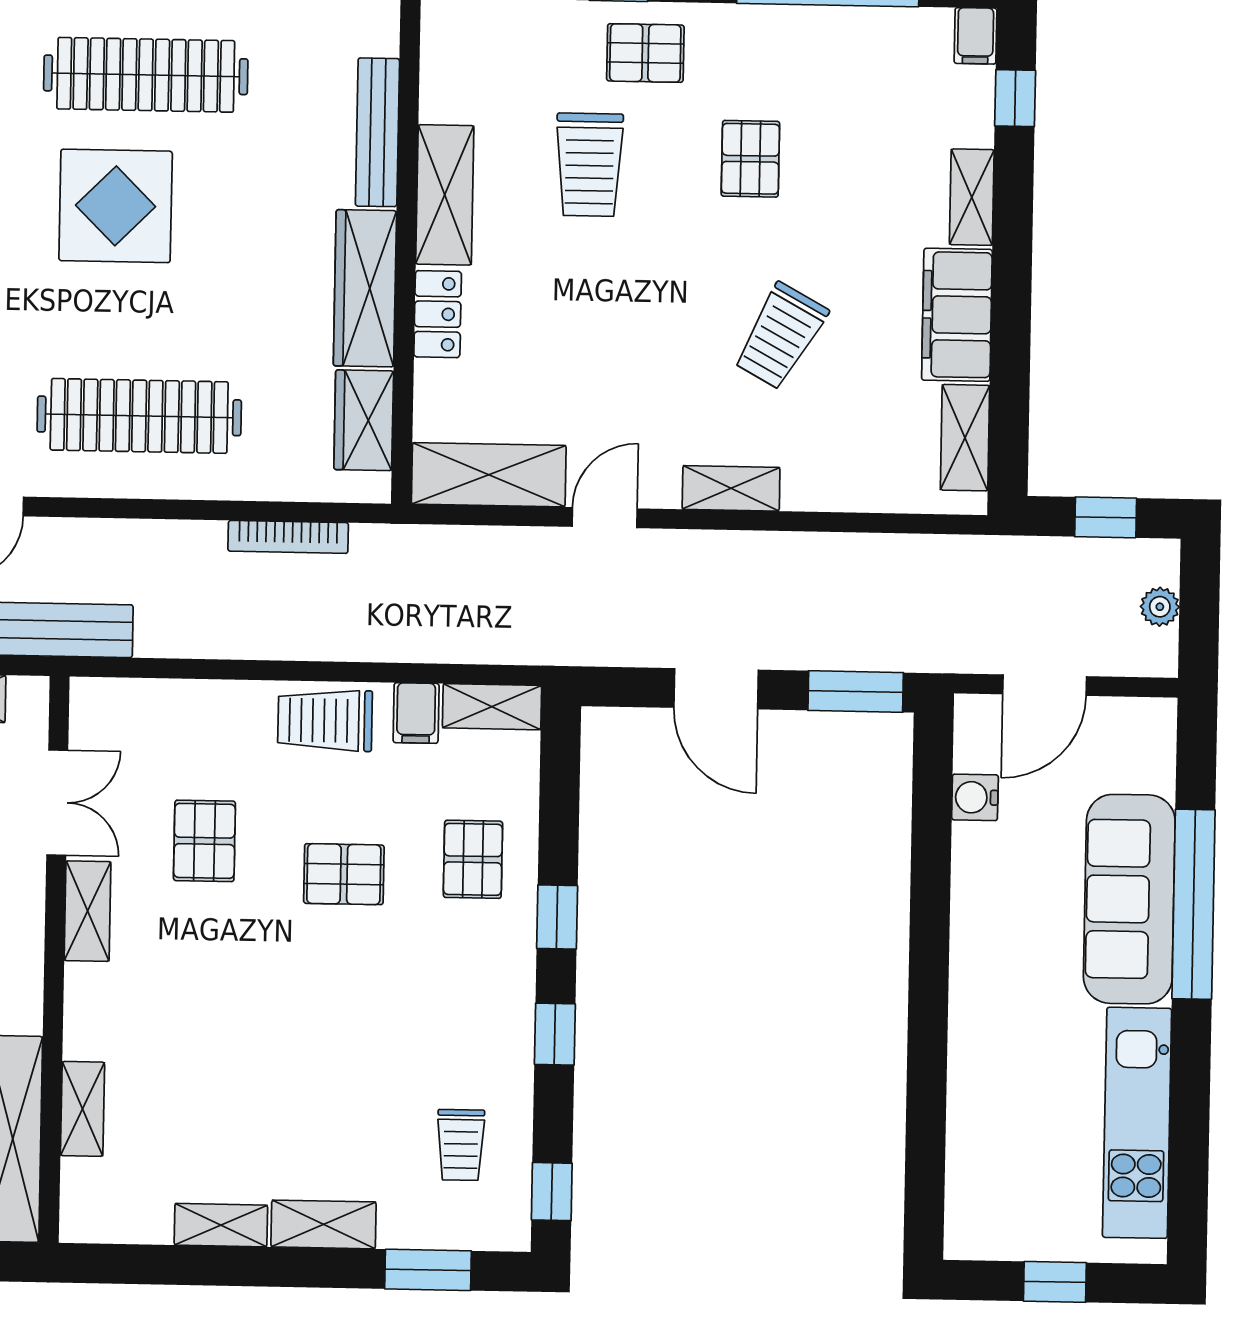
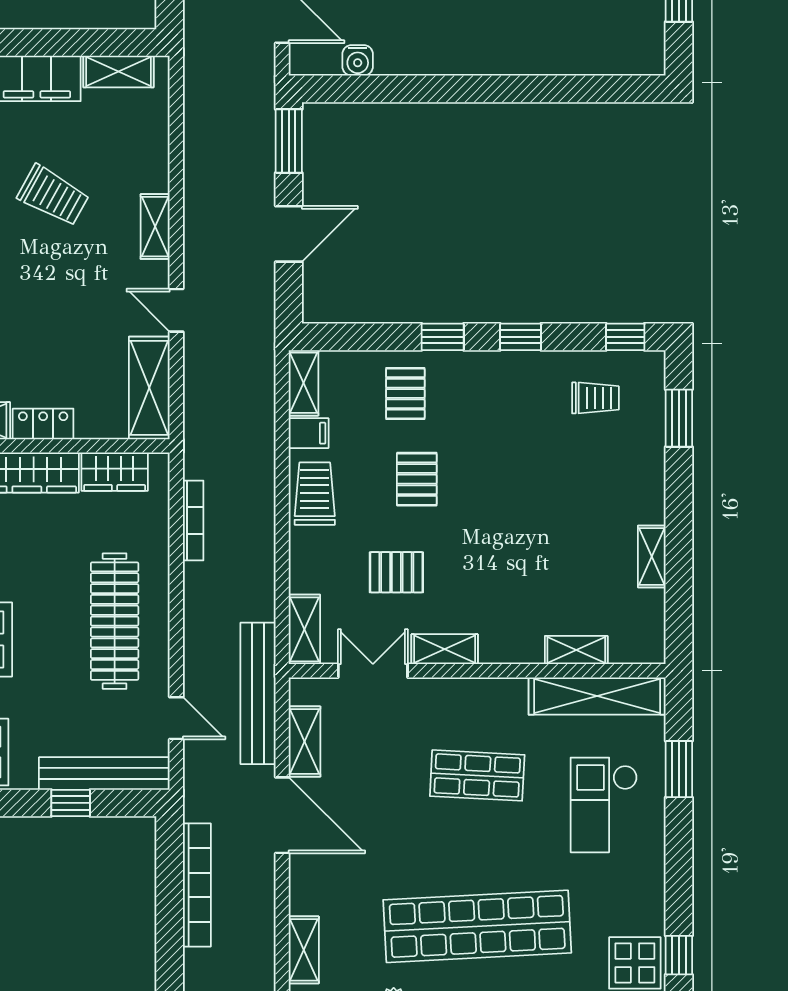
trolley: (325, 720) -> (315, 494), turned 180
pallet: (473, 859) -> (405, 393), turned 90
shelving: (324, 1224) -> (304, 629), moved

